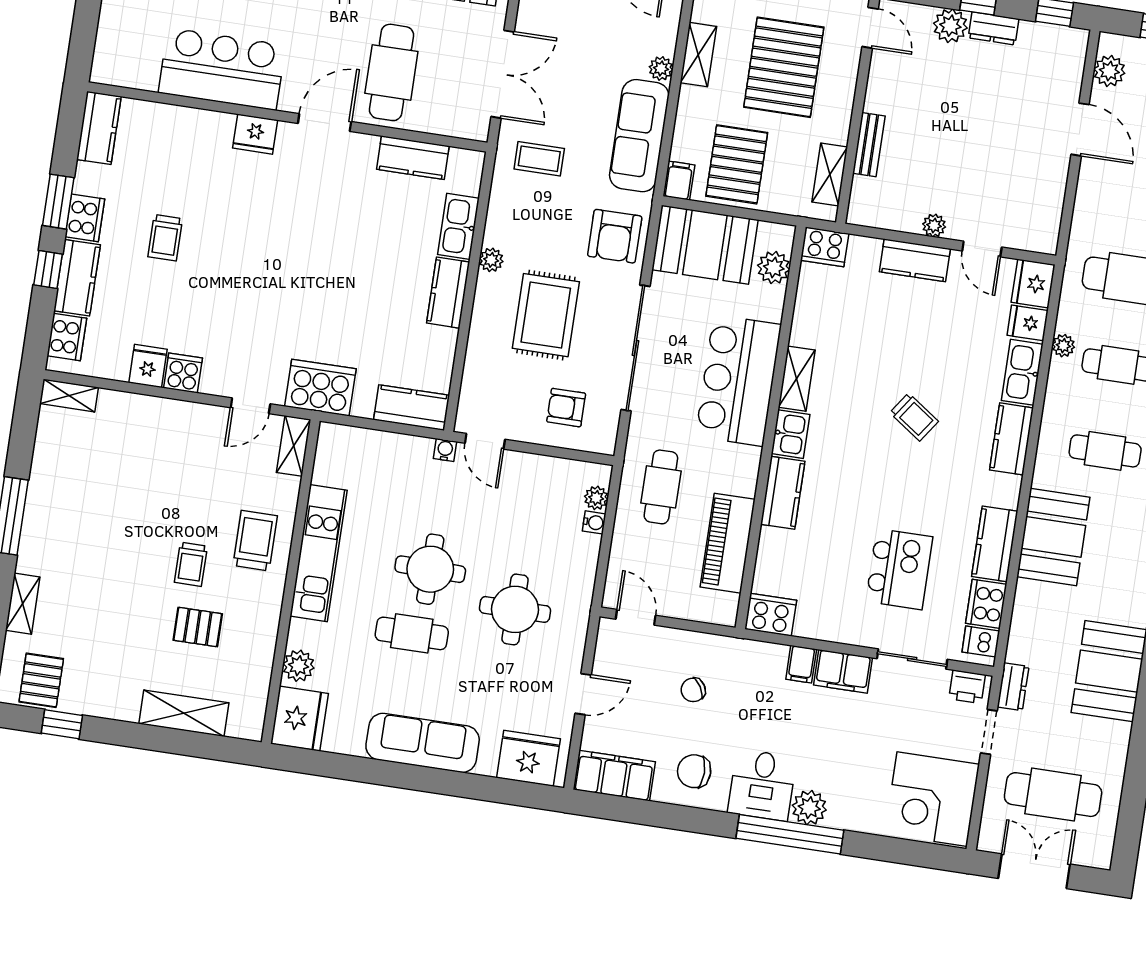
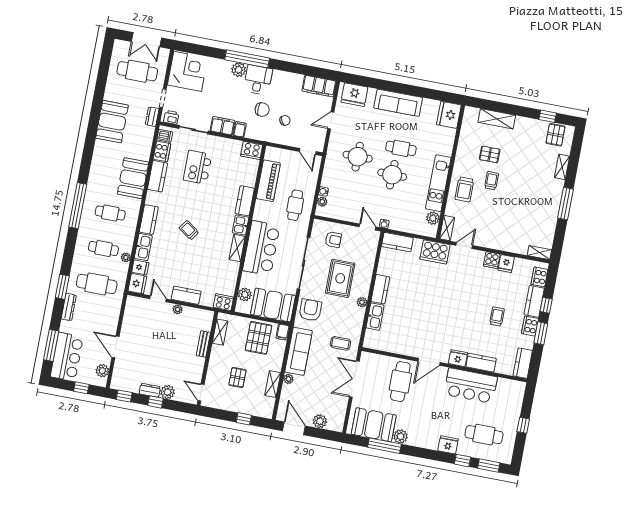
pallet: (784, 67) -> (237, 377), width x0.49, depth x0.50
kitchen counter: (413, 158) -> (481, 363), moved
plant: (299, 666) -> (433, 218), moved
chair: (694, 771) -> (262, 110), moved

